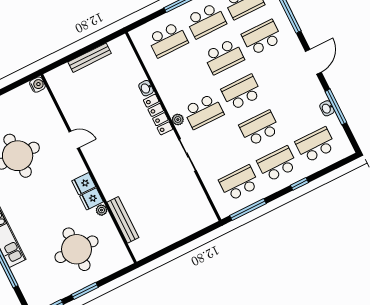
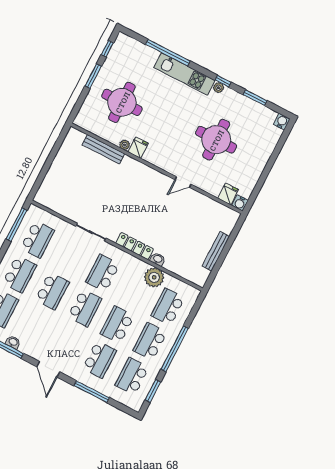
plant: (178, 120) -> (154, 277), moved, width x1.88, depth x1.88
fridge: (84, 184) -> (228, 194), moved

